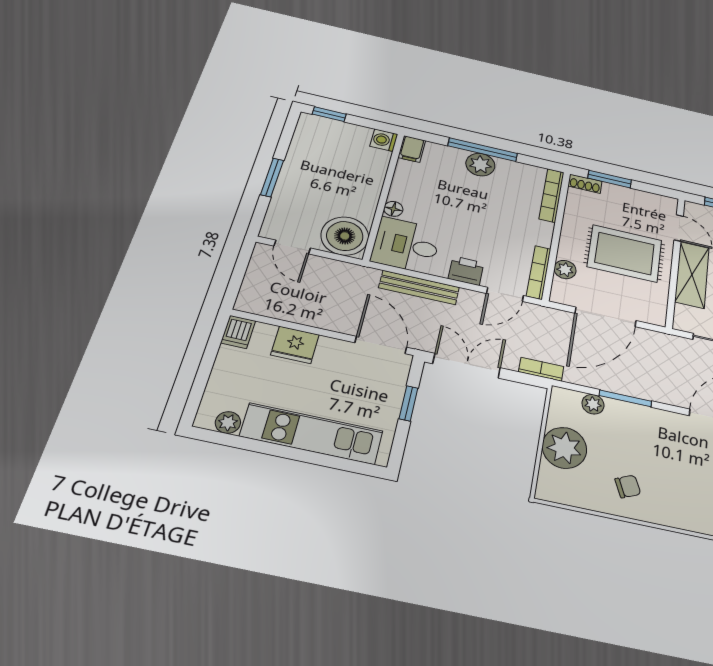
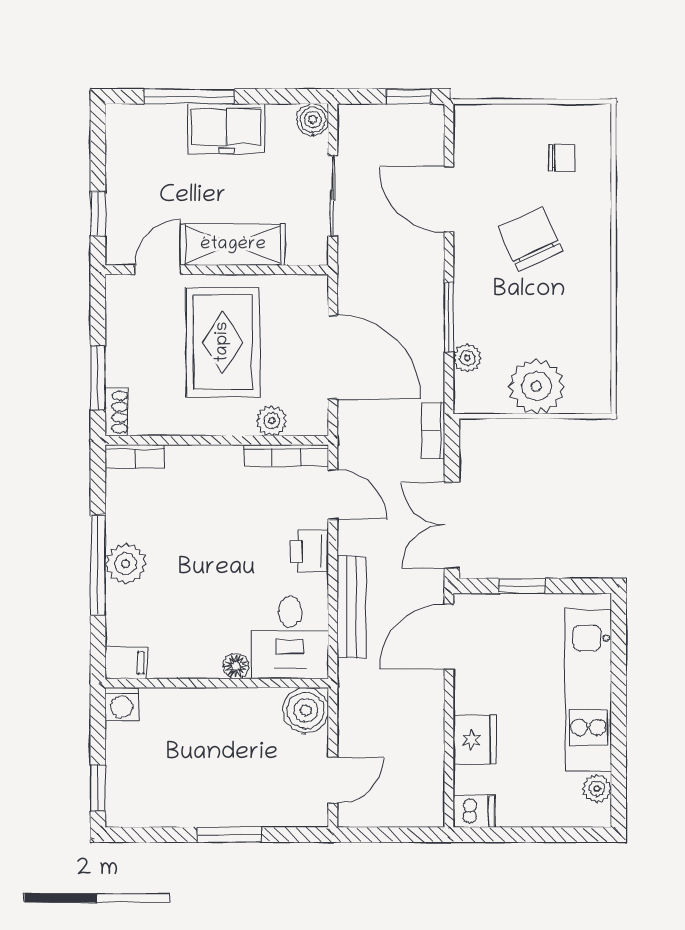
bookcase: (552, 195) -> (135, 456), width x0.64
boiler: (345, 236) -> (306, 710), width x0.73, depth x0.73
chair: (628, 486) -> (530, 239), moved, width x1.87, depth x1.87

